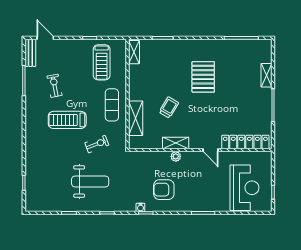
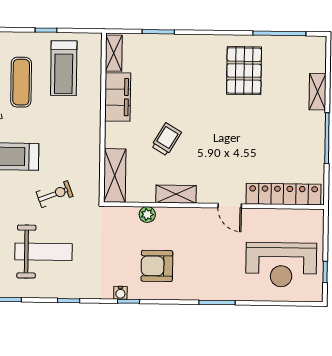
pallet: (203, 77) -> (244, 71), moved
filing cabinet: (137, 80) -> (118, 97), added
exercise mat: (112, 105) -> (21, 82), moved
shelving: (136, 118) -> (115, 175), moved
plant: (176, 156) -> (147, 215), moved
reception desk: (244, 188) -> (281, 265), turned 90

